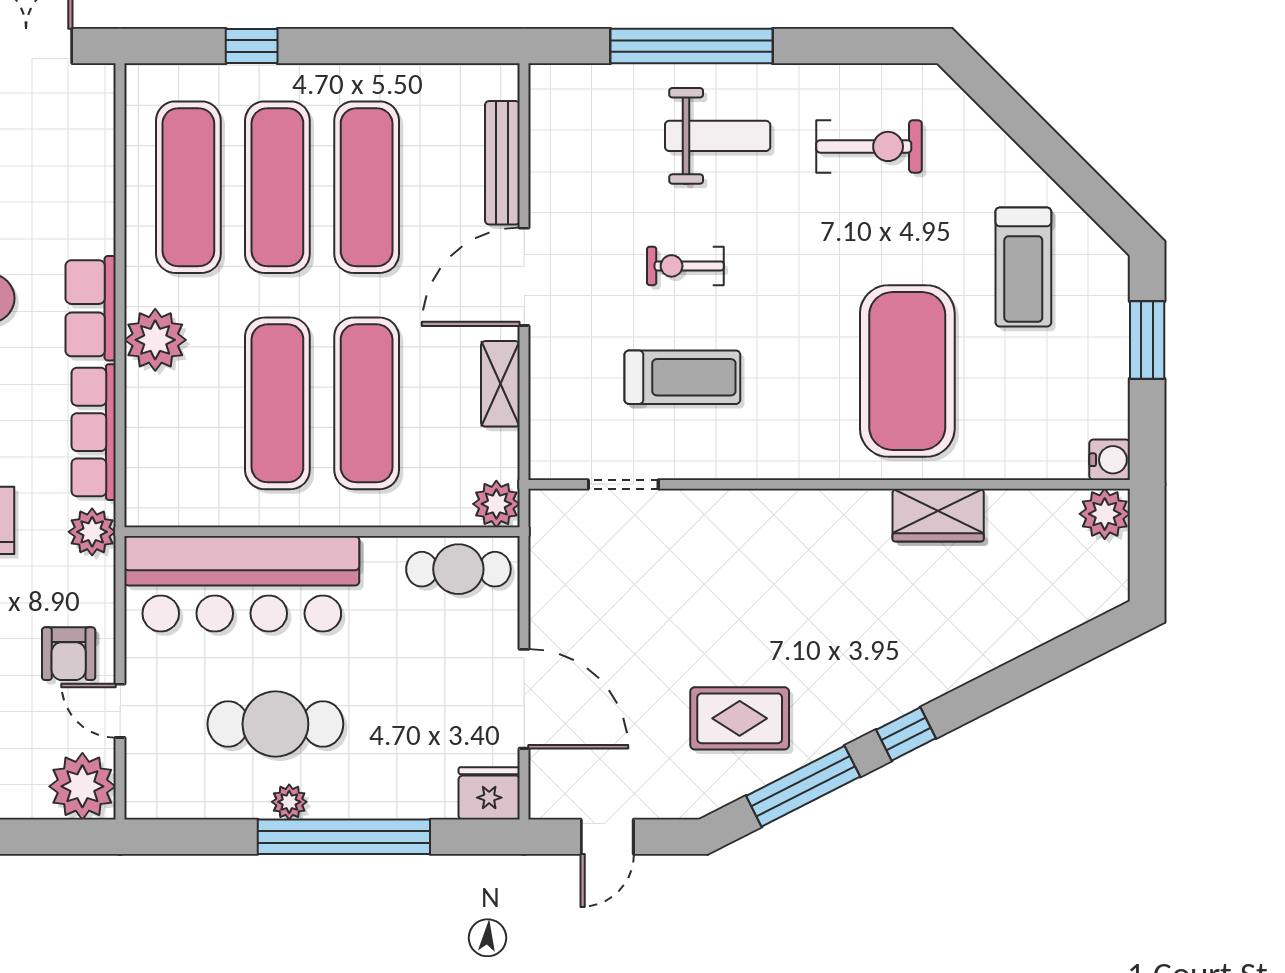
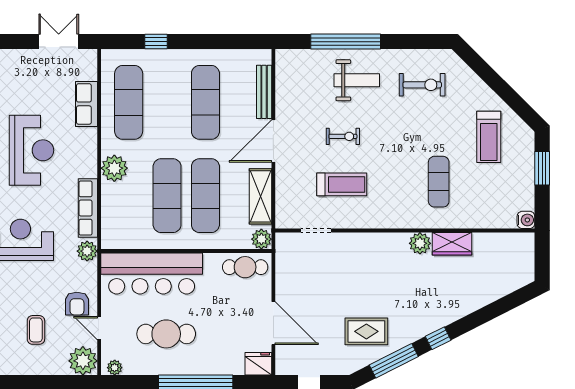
exercise mat: (277, 187) -> (167, 102), removed
exercise bike: (685, 266) -> (343, 136), turned 180
row of seats: (91, 308) -> (86, 104), moved
exercise mat: (907, 371) -> (439, 182), width x0.50, depth x0.69
shelving: (500, 384) -> (260, 196), width x1.50, depth x1.33
plant: (1105, 514) -> (420, 243), moved
plant: (289, 802) -> (115, 368), moved

